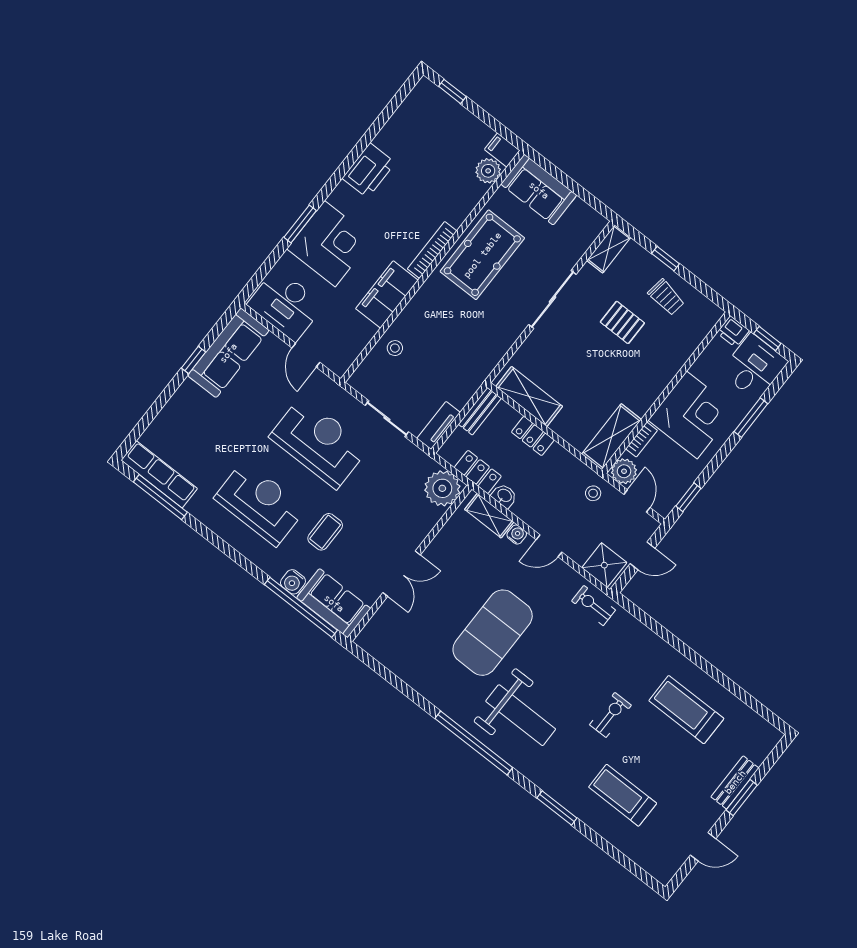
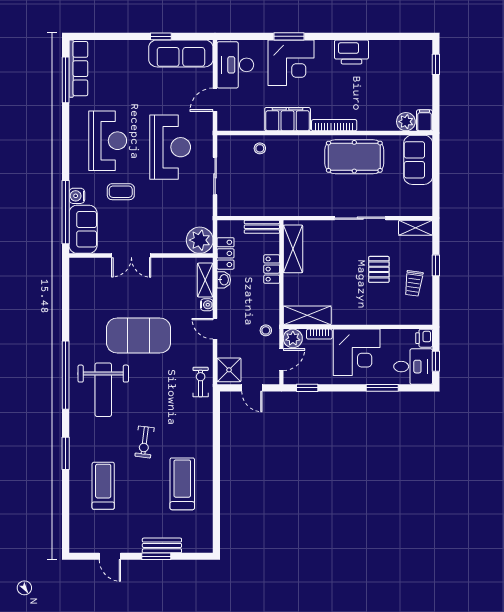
tv unit: (439, 425) -> (235, 209), removed
exercise bike: (611, 715) -> (144, 442), turned 97

